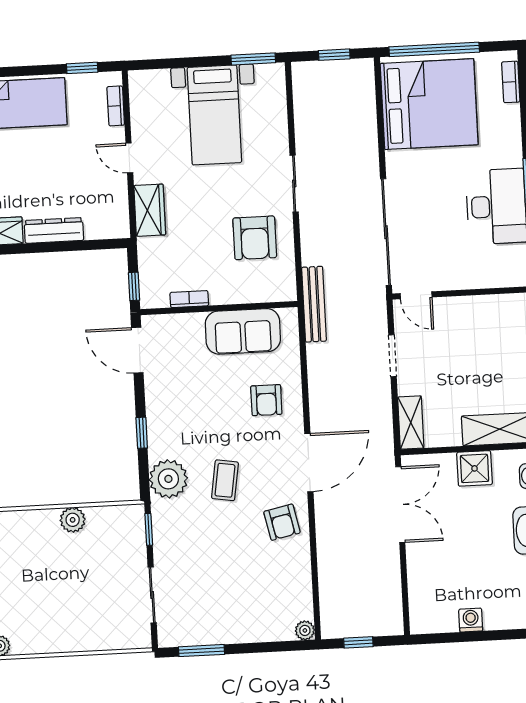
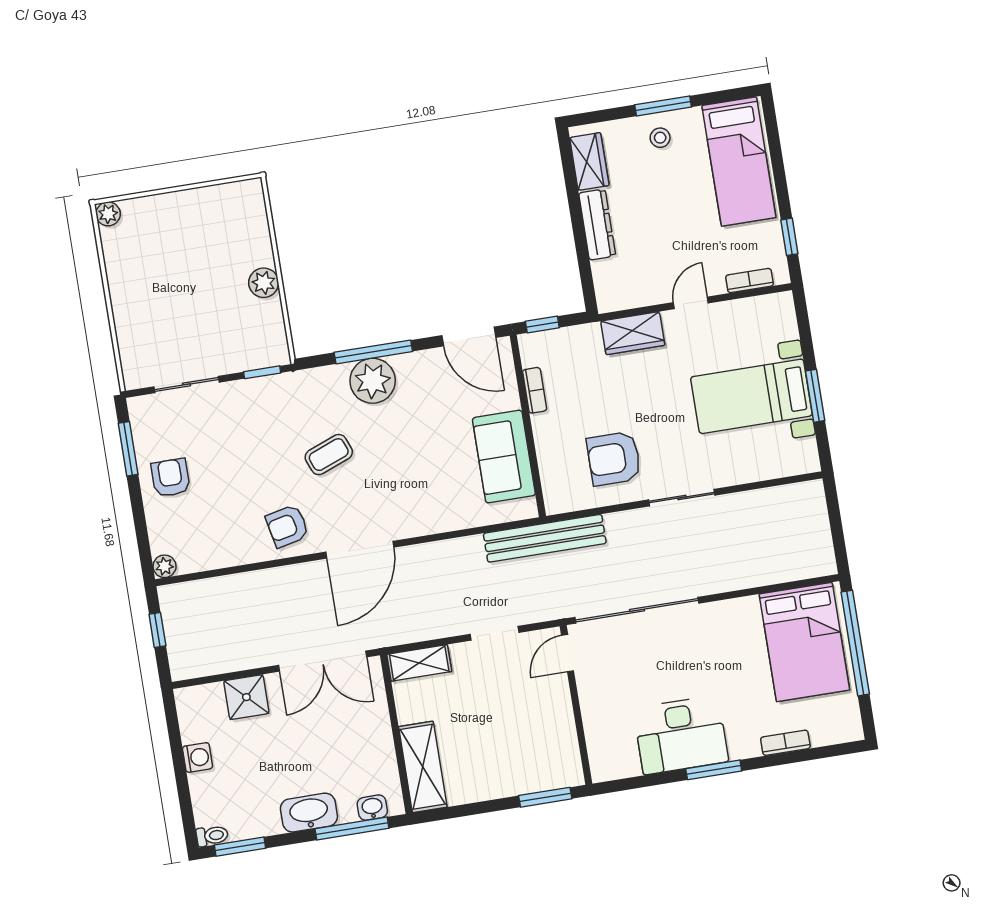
window: (334, 55) -> (836, 528), removed
window: (253, 59) -> (815, 396), moved
bookcase: (511, 82) -> (785, 743), moved
bed: (429, 104) -> (804, 642), width x0.73
bench: (314, 304) -> (545, 538), width x1.37, depth x1.21
door: (137, 350) -> (469, 336), swing flipped
armchair: (266, 400) -> (171, 478), moved, turned 90
window: (142, 433) -> (373, 352), width x2.17
door: (309, 463) -> (360, 550), hinge flipped
shower: (475, 468) -> (246, 697), moved
plant: (168, 479) -> (373, 381), moved
coffee table: (225, 480) -> (329, 455), turned -30

